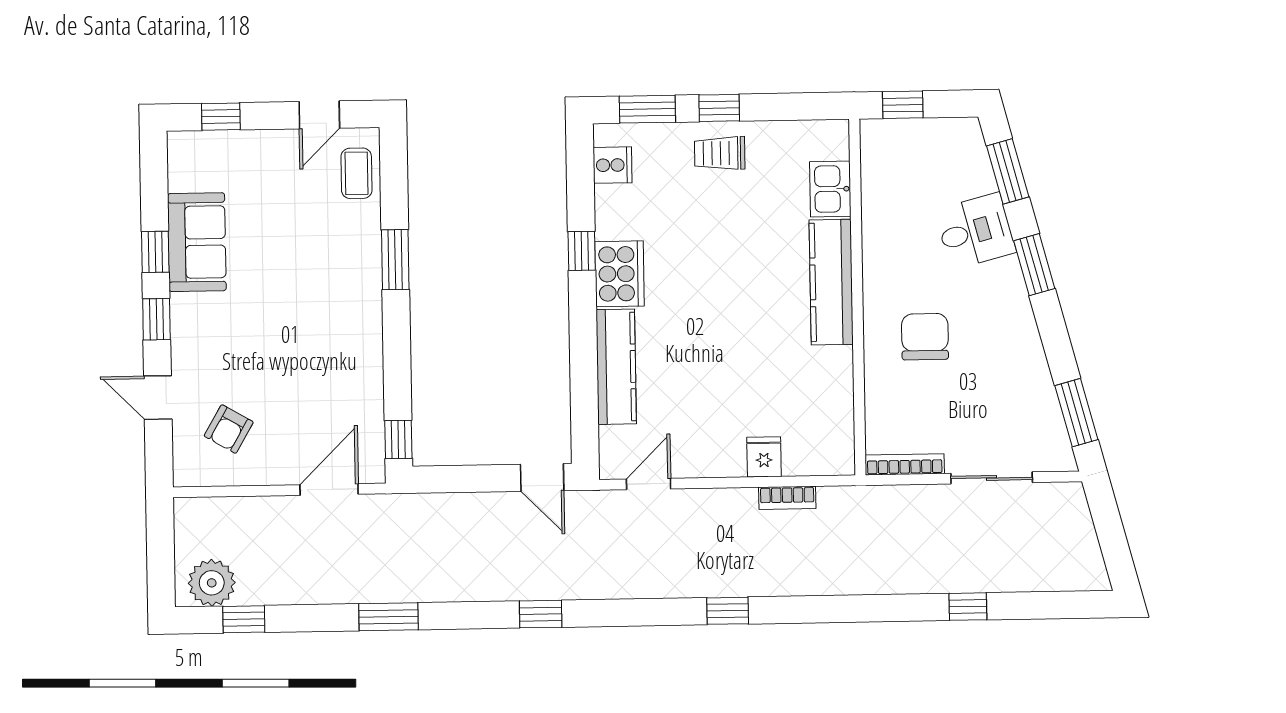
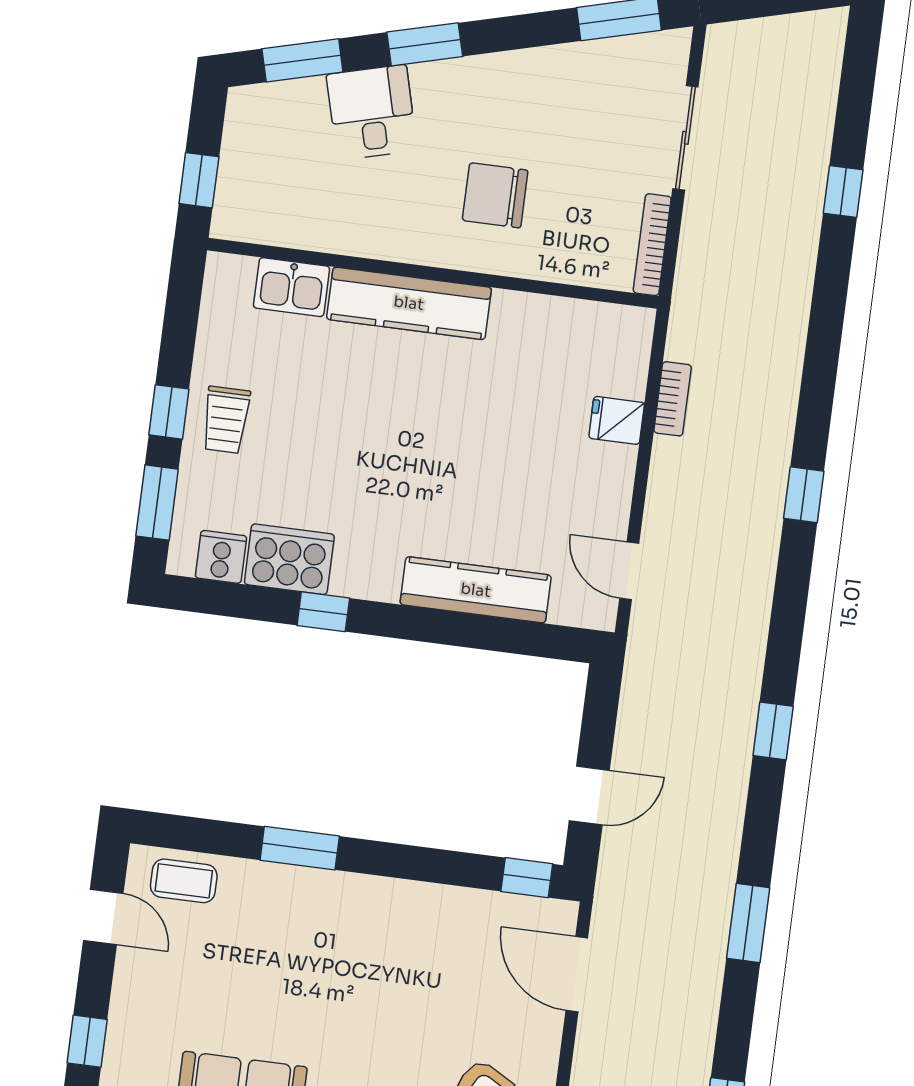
cooker: (620, 274) -> (289, 559), moved
door: (542, 477) -> (589, 795), moved

